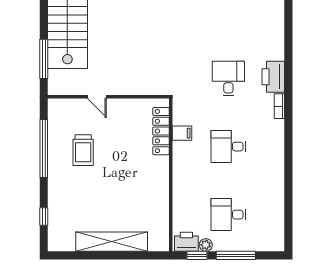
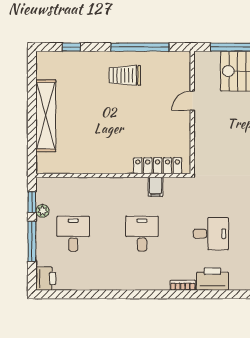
trolley: (83, 150) -> (125, 75), moved
printer: (186, 242) -> (46, 279), moved

